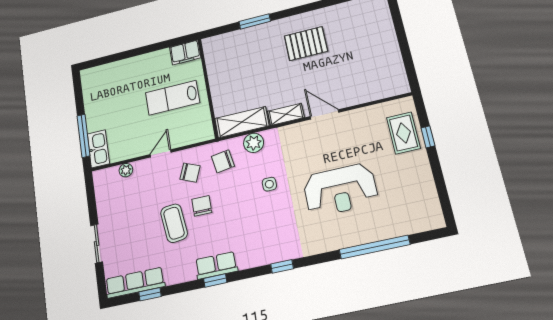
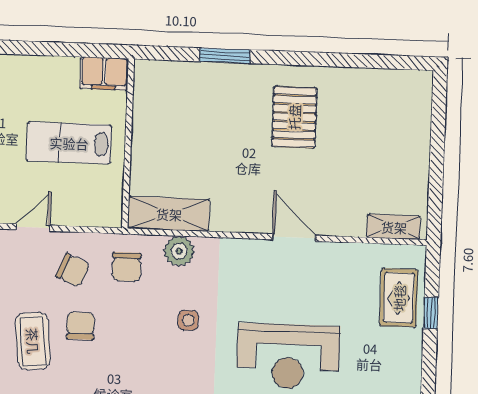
pallet: (306, 44) -> (294, 117), turned 90
shelving: (286, 114) -> (394, 227), moved
chair: (223, 161) -> (127, 267), turned -81

